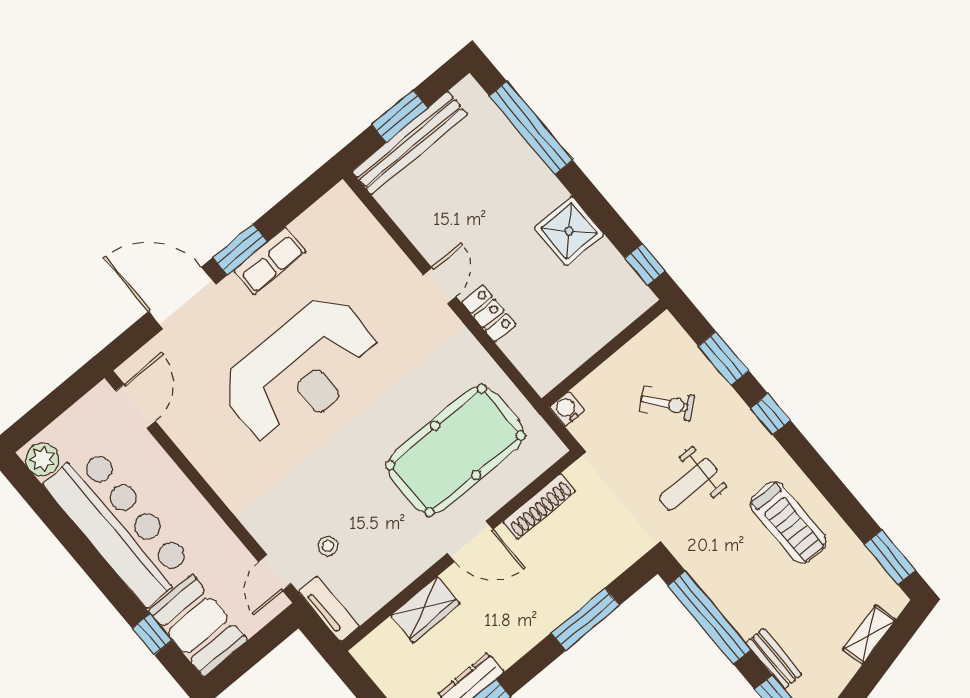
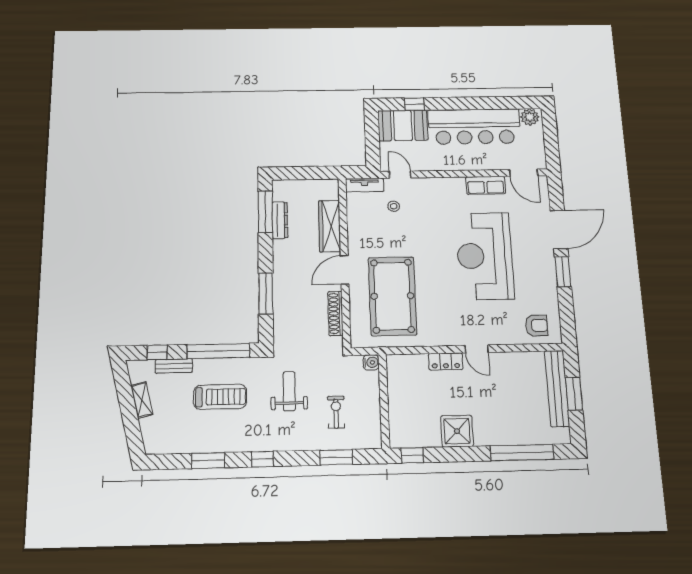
armchair: (345, 231) -> (537, 325), added
row of seats: (270, 261) -> (486, 185), moved, turned -90
exercise bike: (667, 404) -> (336, 412), turned 129
window: (770, 414) -> (262, 459), moved
treadmill: (788, 522) -> (220, 397), moved, turned 180
window: (890, 557) -> (208, 460), moved
wardrobe: (425, 610) -> (330, 226), width x1.50
shelving: (869, 635) -> (142, 400), moved

